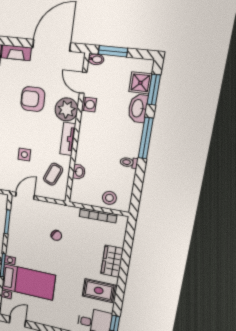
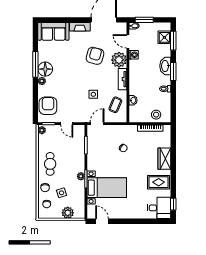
armchair: (33, 99) -> (95, 56), turned 105
washbasin: (138, 108) -> (165, 66), moved
window: (146, 138) -> (173, 71), width x0.69
door: (17, 322) -> (102, 221), hinge flipped

